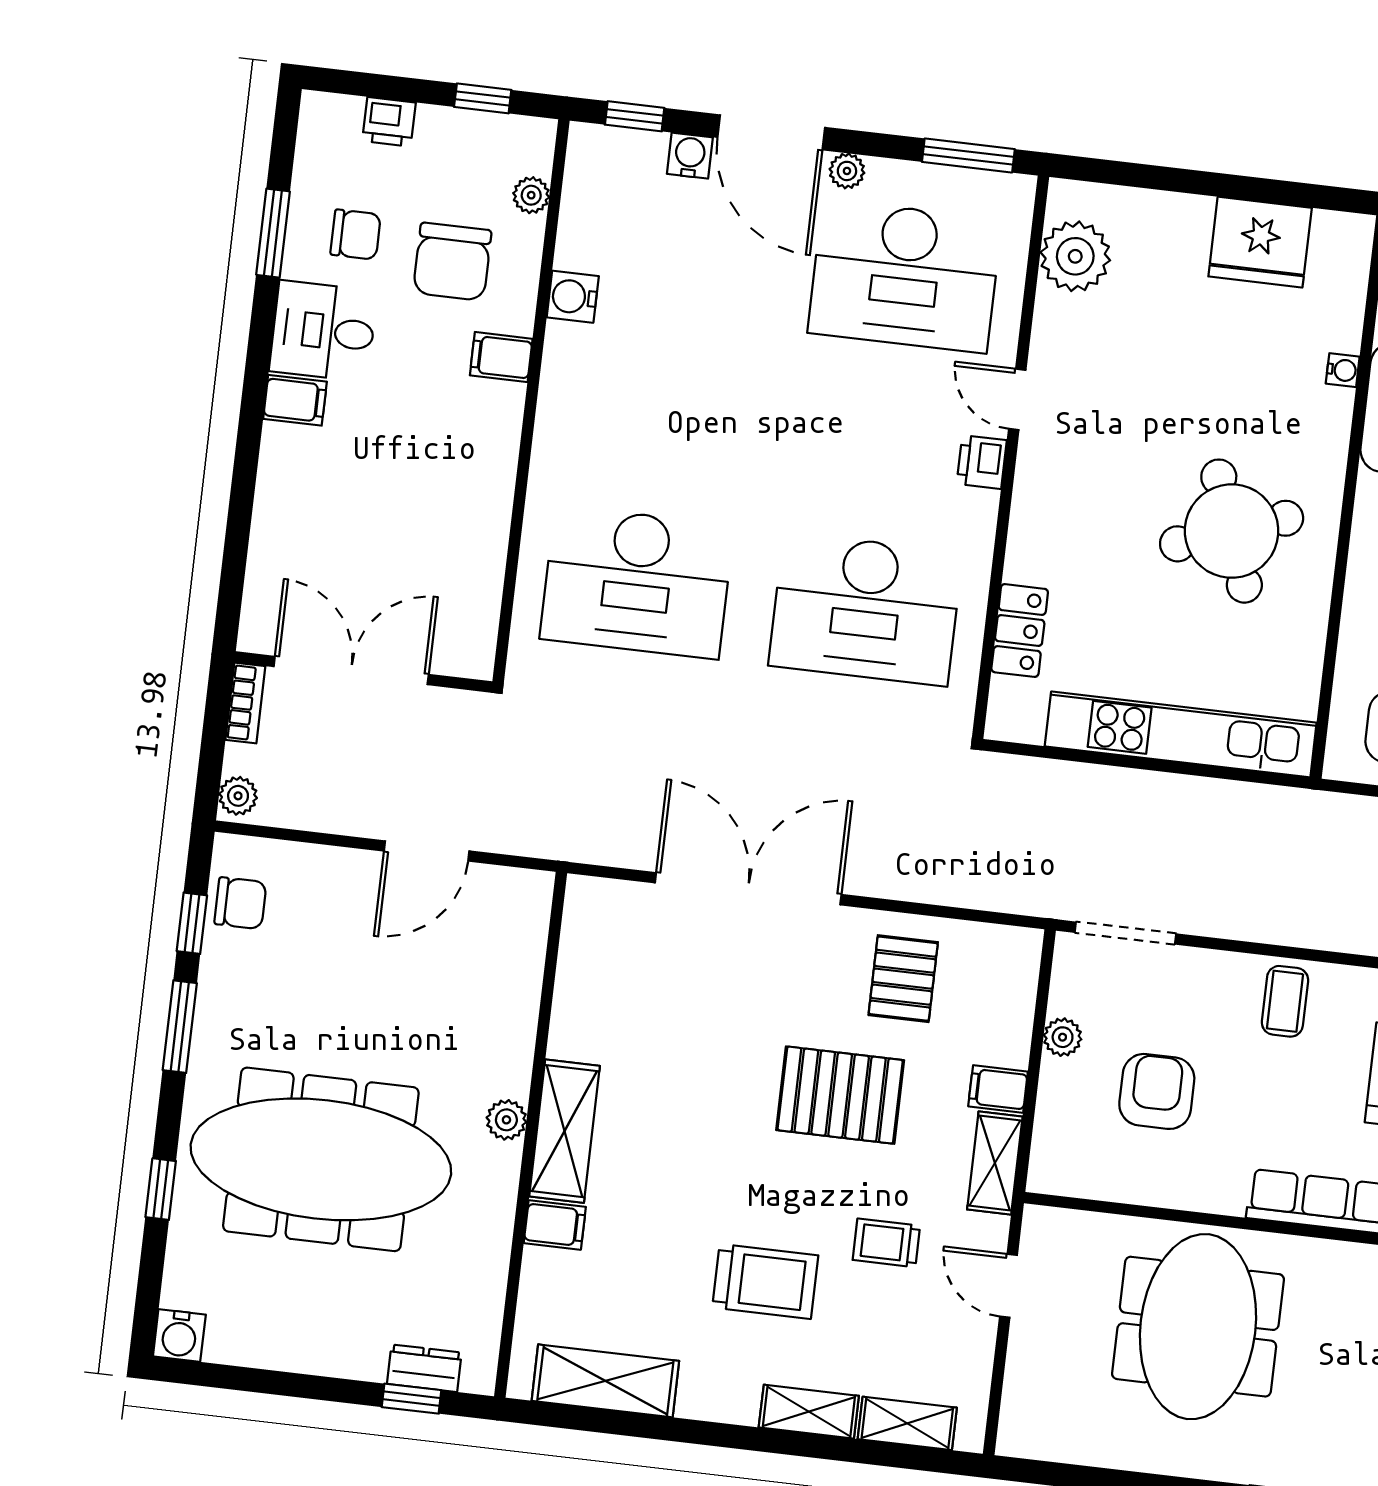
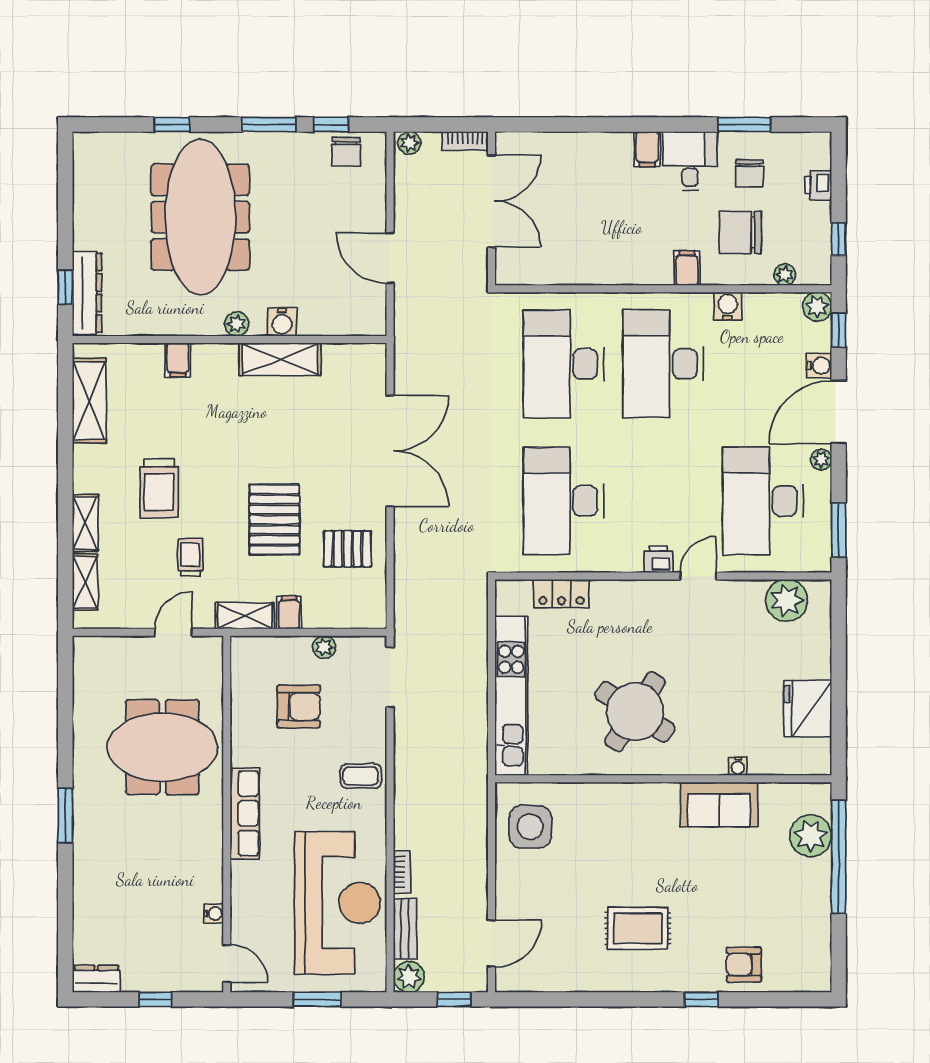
plant: (591, 148) -> (817, 307), added
desk: (656, 416) -> (663, 364), added
round table: (1232, 531) -> (635, 712), turned -37
shelving: (565, 1131) -> (280, 359), moved
water cooler: (179, 1335) -> (282, 322), moved, turned -90
dresser: (424, 1368) -> (87, 293), width x1.96, depth x1.24

